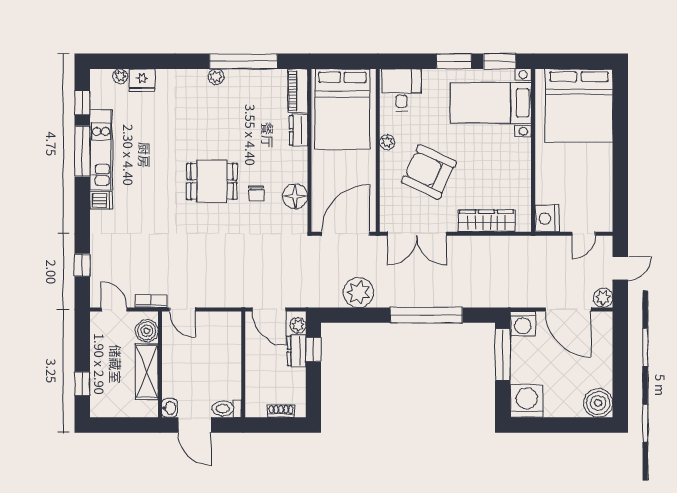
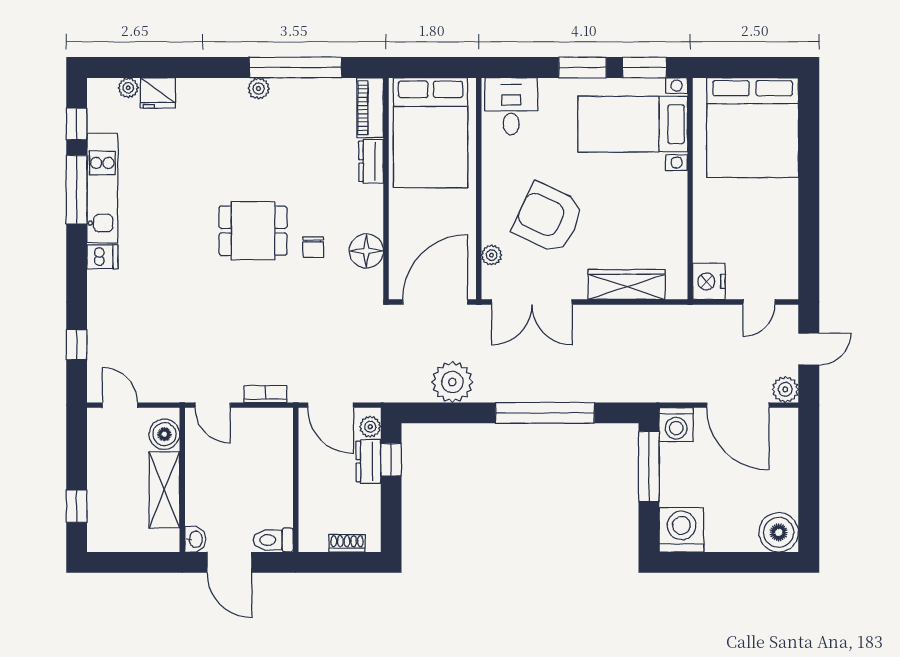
plant: (387, 142) -> (492, 255), moved
bookcase: (151, 301) -> (265, 394), moved

